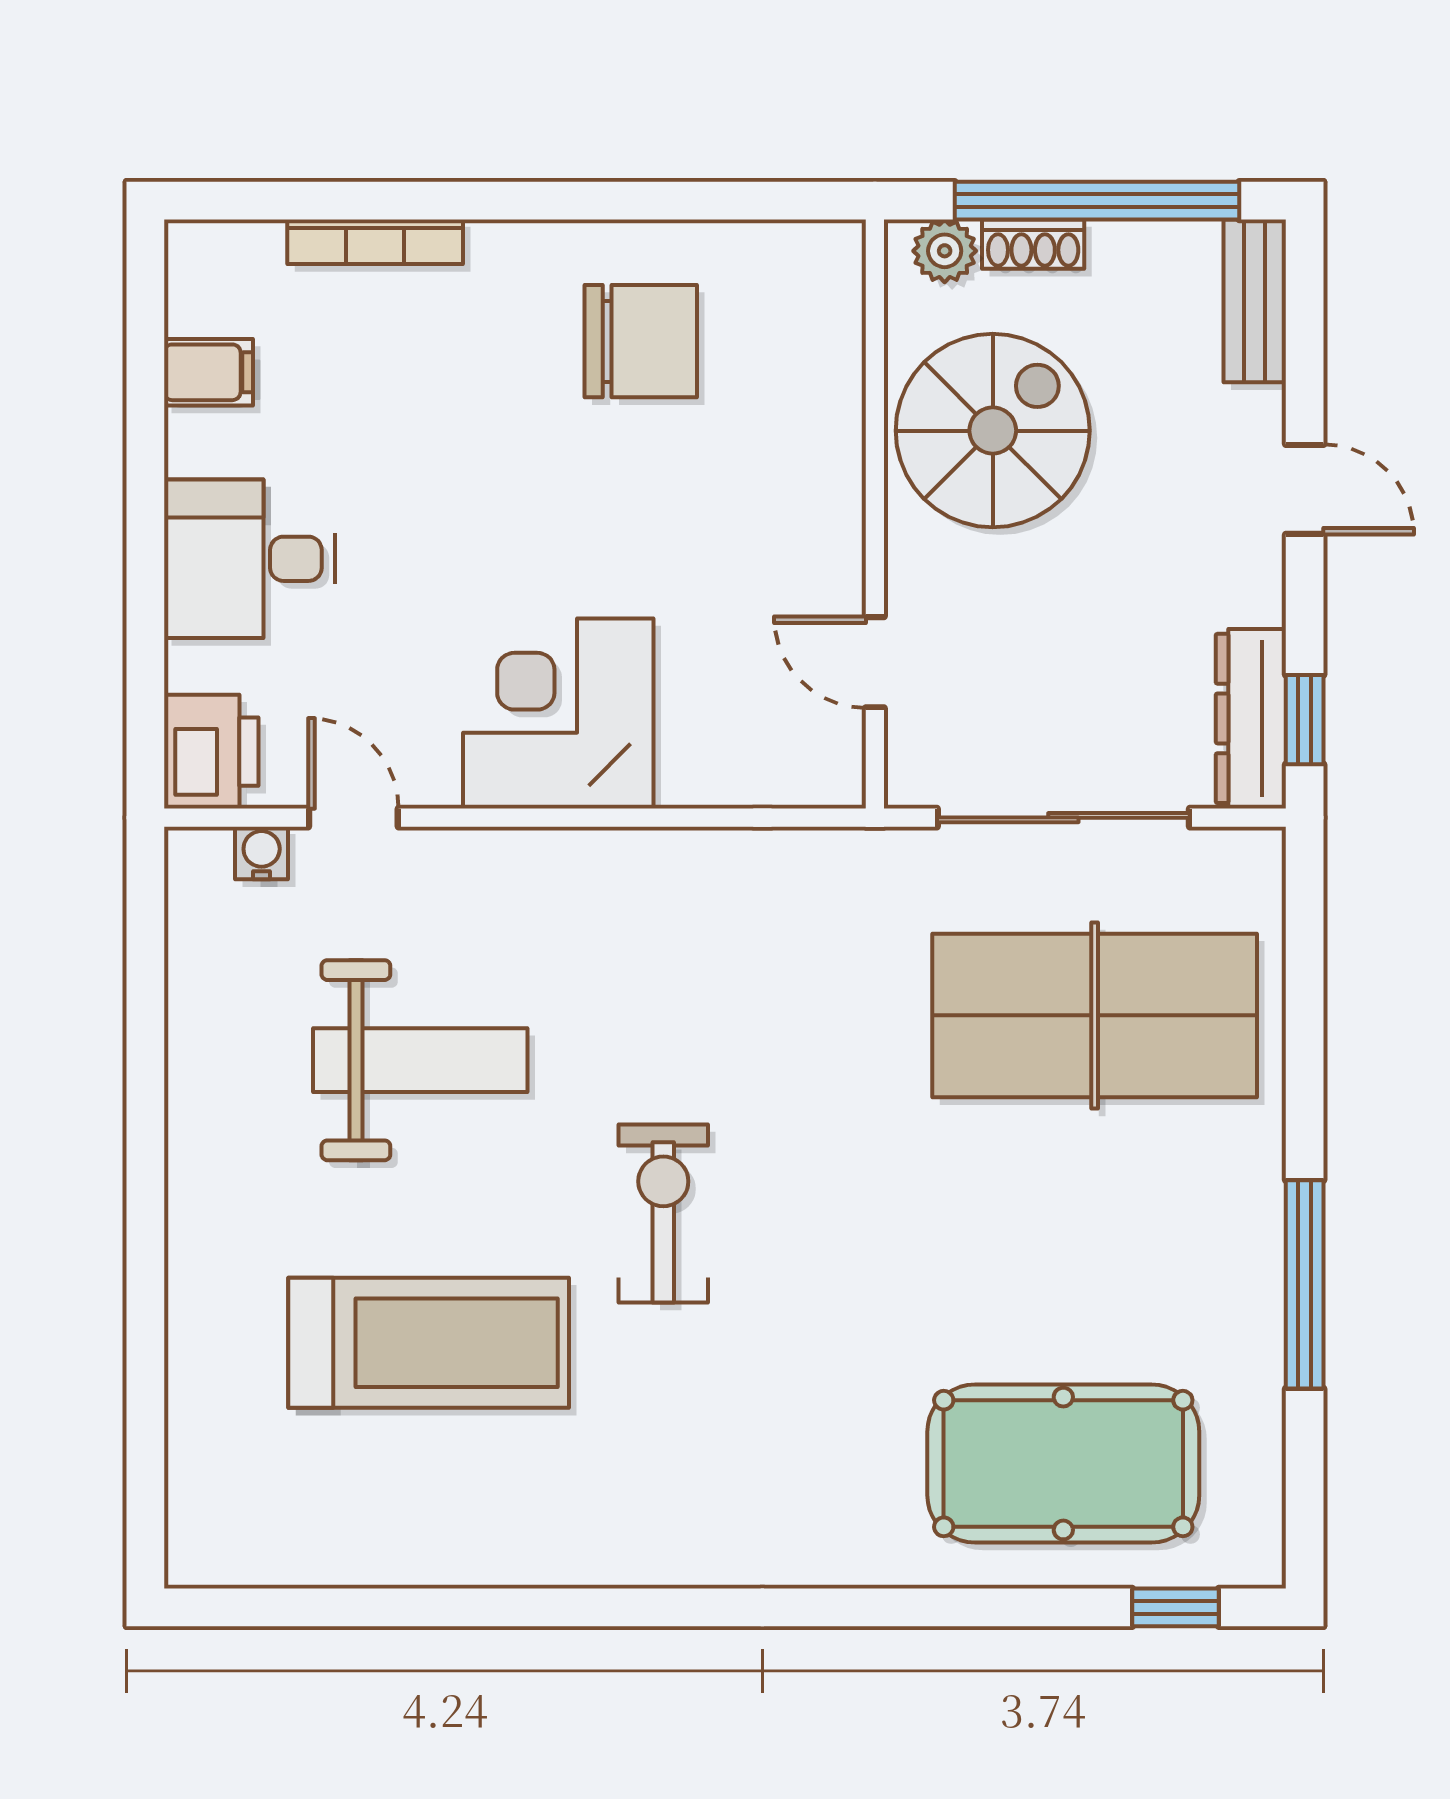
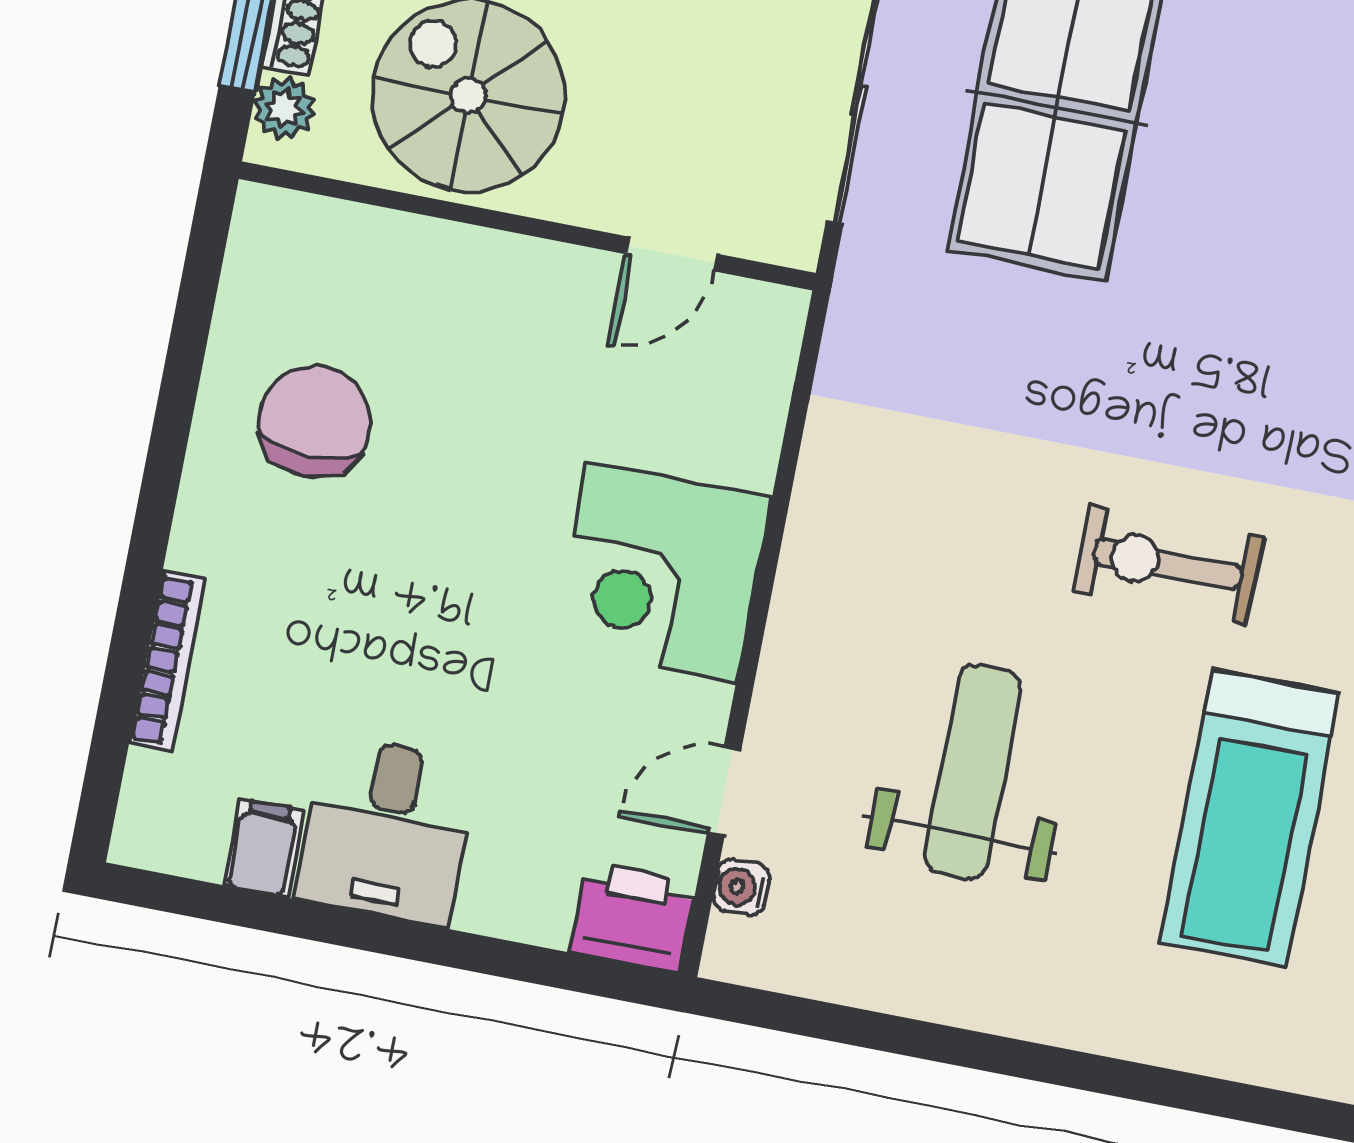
desk: (250, 559) -> (386, 830), moved
treadmill: (429, 1343) -> (1250, 817), turned 180

